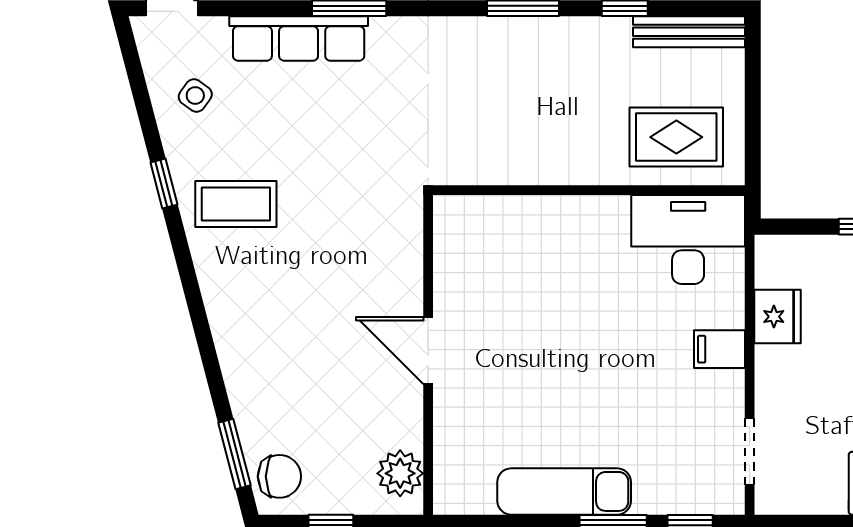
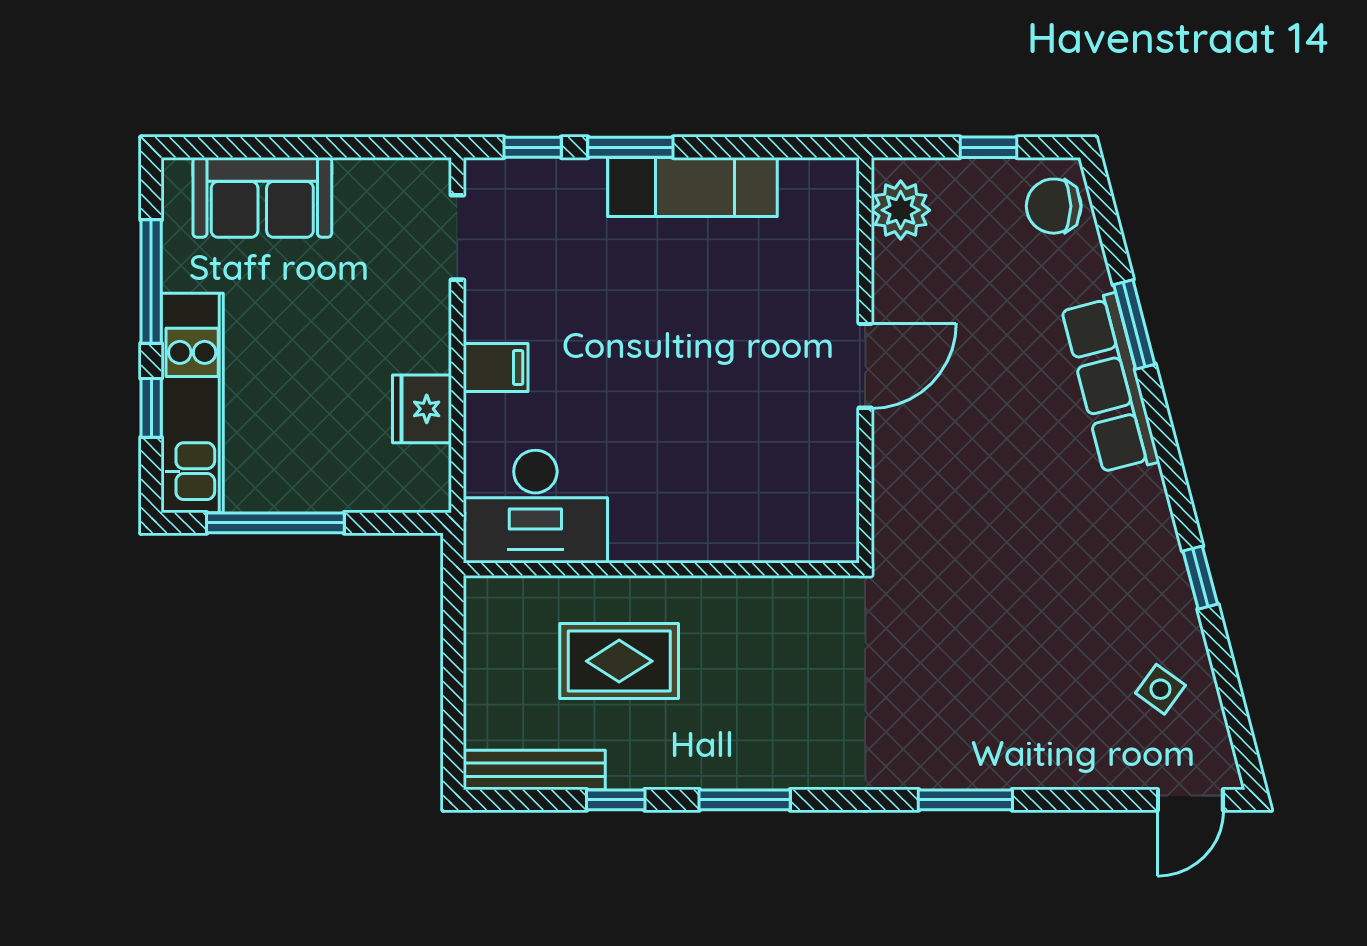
row of seats: (299, 39) -> (1110, 384), moved, turned -105
rug: (676, 137) -> (619, 661), moved
coffee table: (236, 204) -> (1109, 552), removed
door: (428, 351) -> (865, 366), hinge flipped
window: (234, 454) -> (1134, 324), moved

